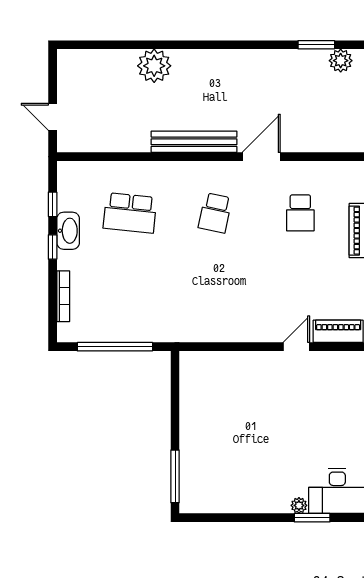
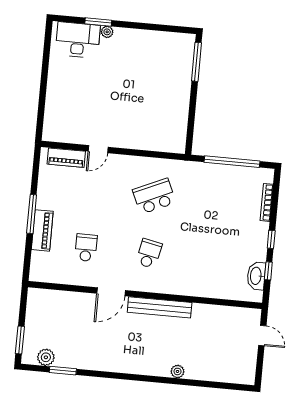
plant: (154, 66) -> (177, 371), width x0.53, depth x0.53
school desk: (130, 213) -> (154, 196), moved, turned -30
washbasin: (68, 231) -> (256, 276), moved

